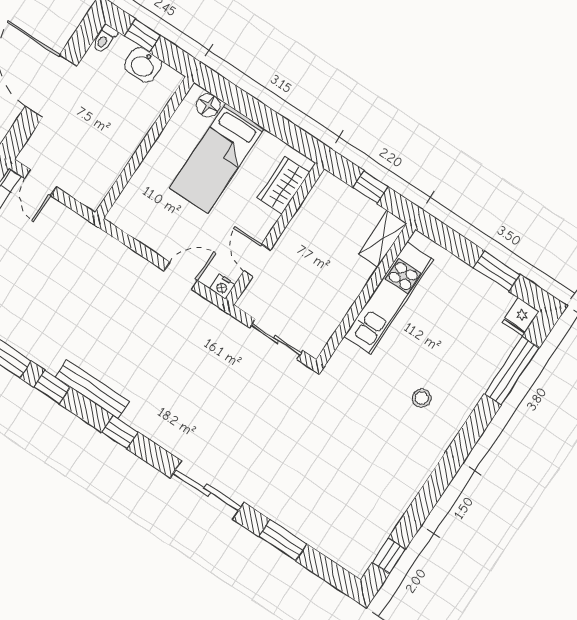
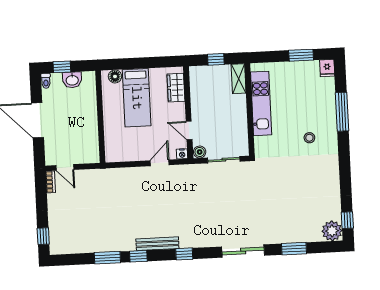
boiler: (250, 303) -> (200, 152), added
window: (512, 371) -> (342, 112), moved
plant: (356, 555) -> (332, 231), added

